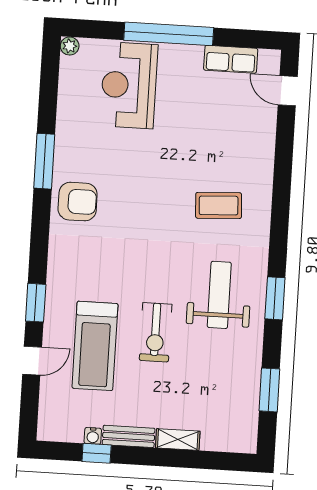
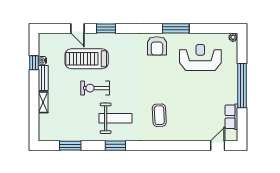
reception desk: (129, 85) -> (200, 57), moved

